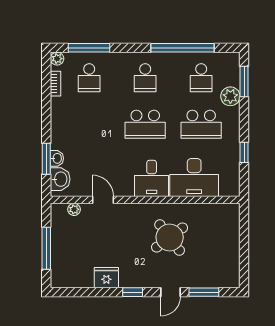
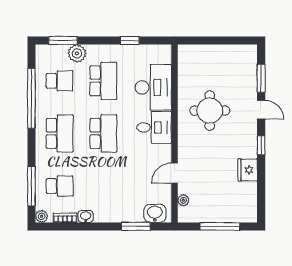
school desk: (145, 78) -> (60, 133), width x1.85
washbasin: (57, 158) -> (86, 216), moved
round table: (170, 238) -> (210, 111), turned 37

